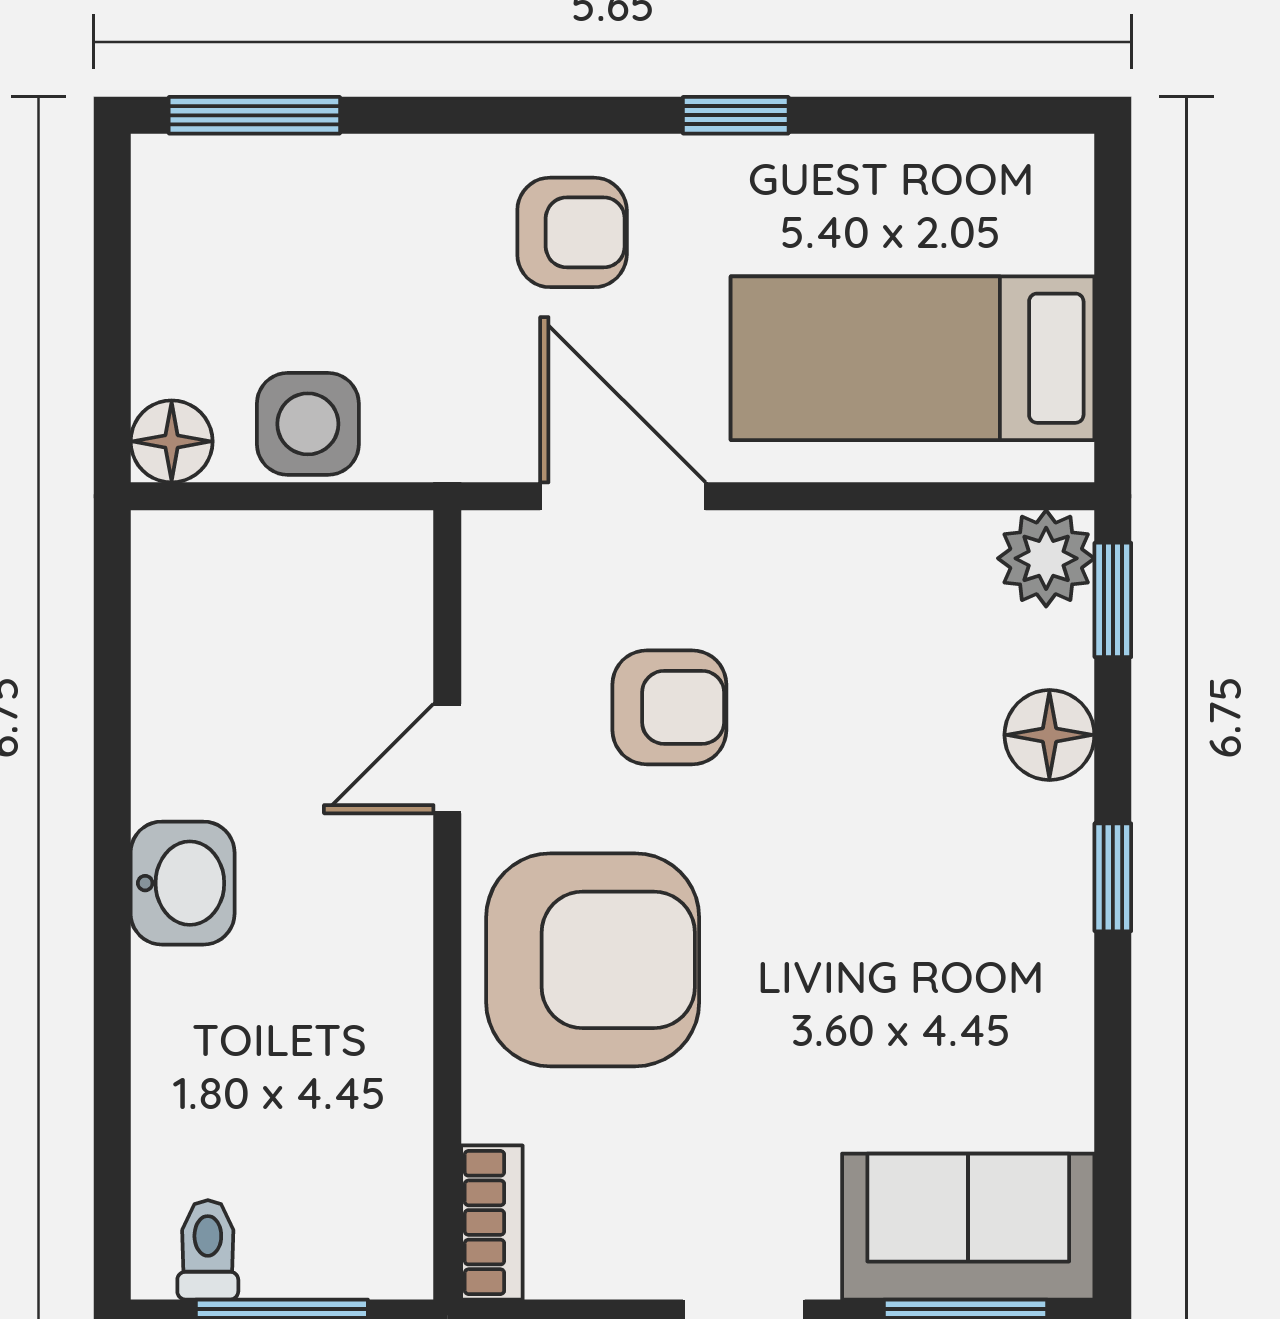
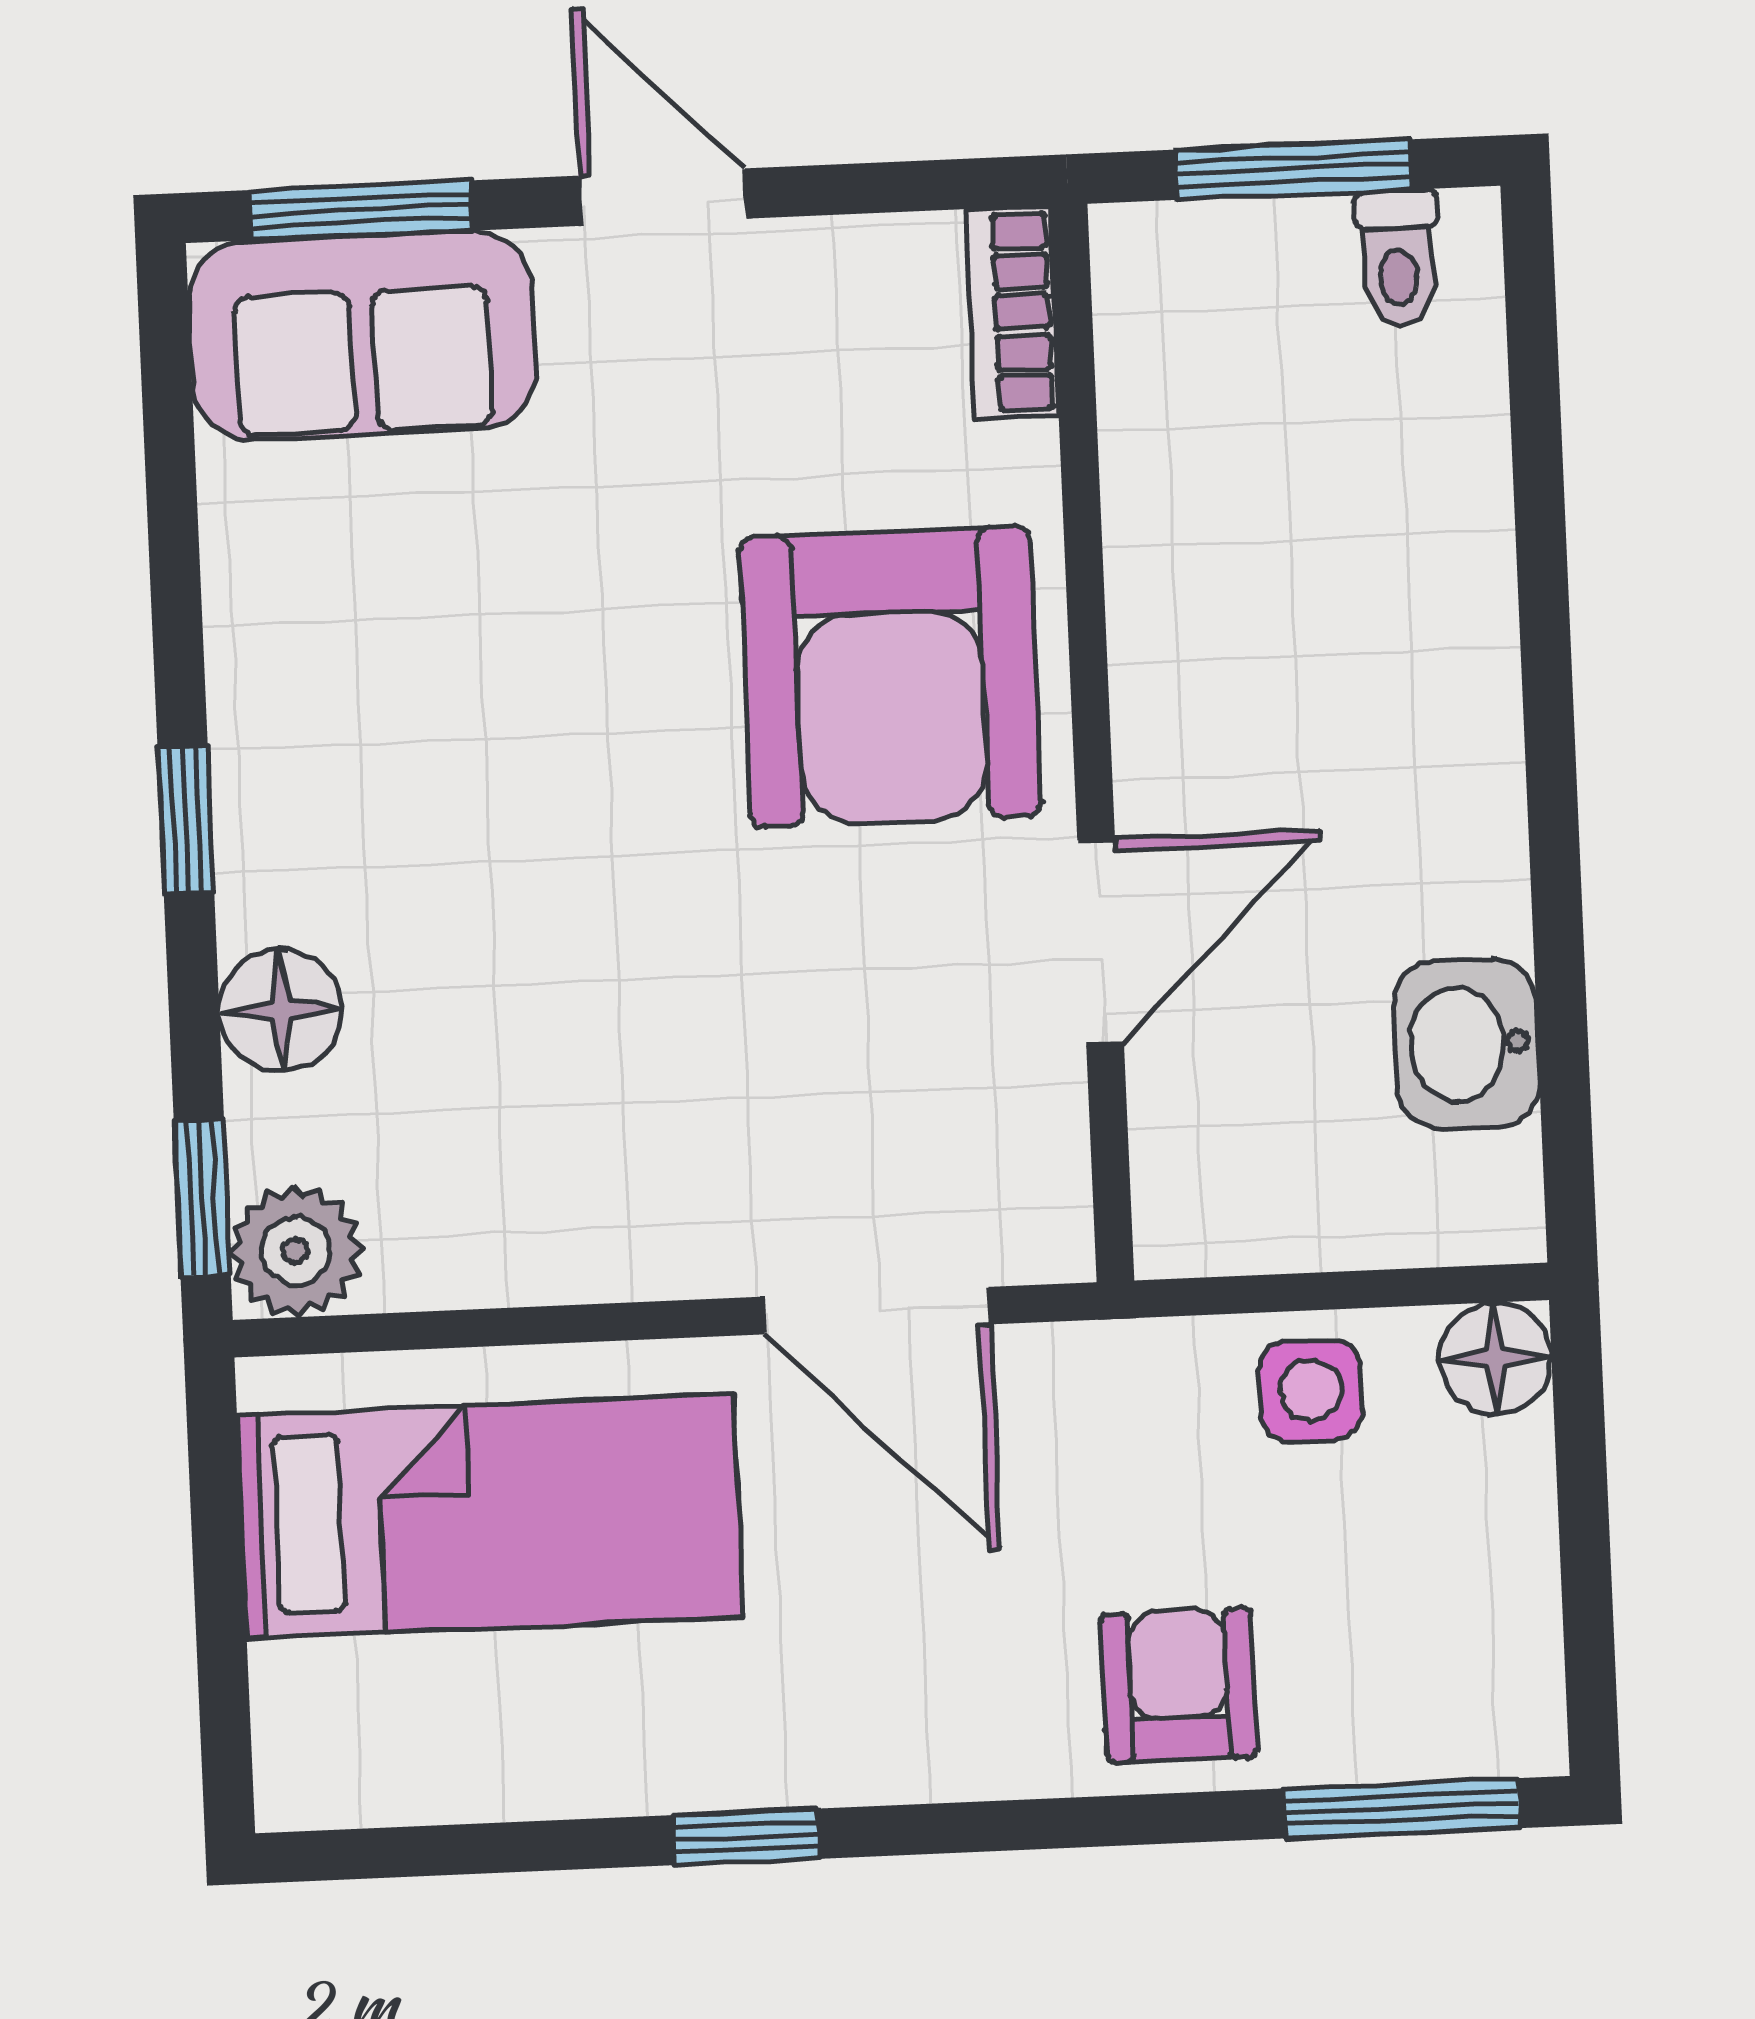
armchair: (572, 232) -> (1179, 1685), moved, turned 90
side table: (308, 424) -> (1311, 1391), width x0.73, depth x0.73
armchair: (669, 707) -> (801, 1025), removed
door: (447, 759) -> (1101, 942), width x1.38
washbasin: (183, 883) -> (1467, 1044), moved
armchair: (593, 960) -> (890, 676), turned -90

